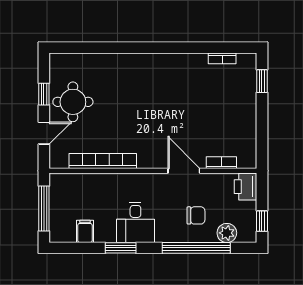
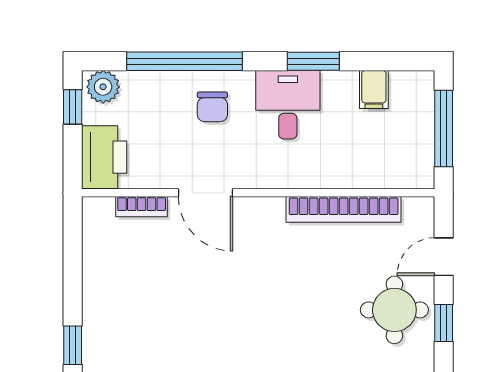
printer: (246, 187) -> (104, 157), width x1.37, depth x1.19
chair: (196, 215) -> (212, 107), moved, turned -90
plant: (227, 233) -> (103, 87), moved

